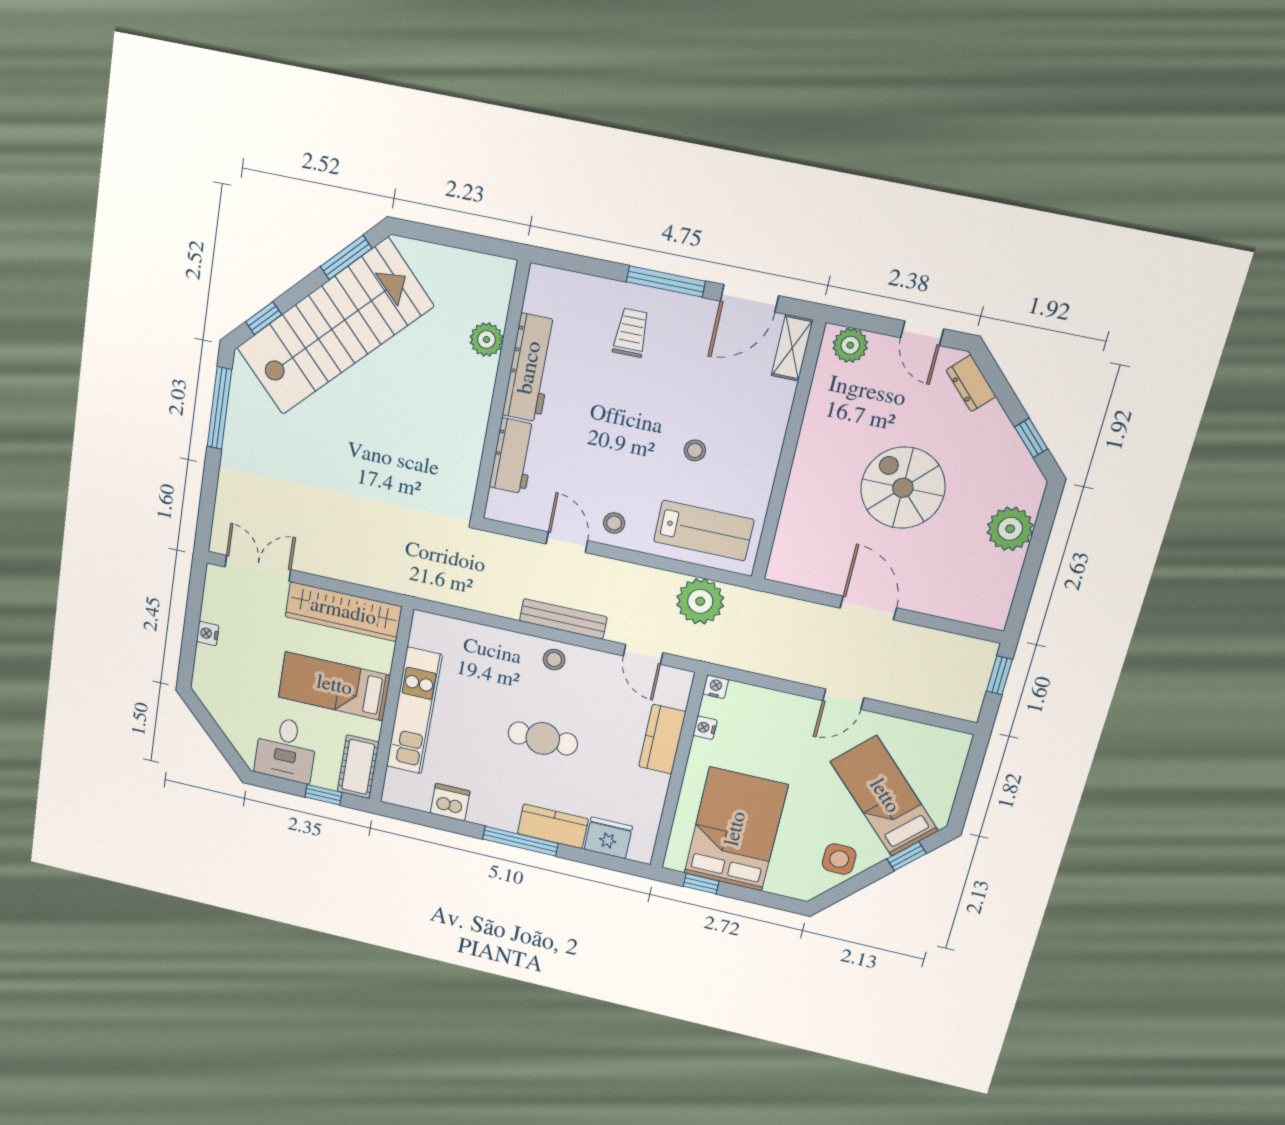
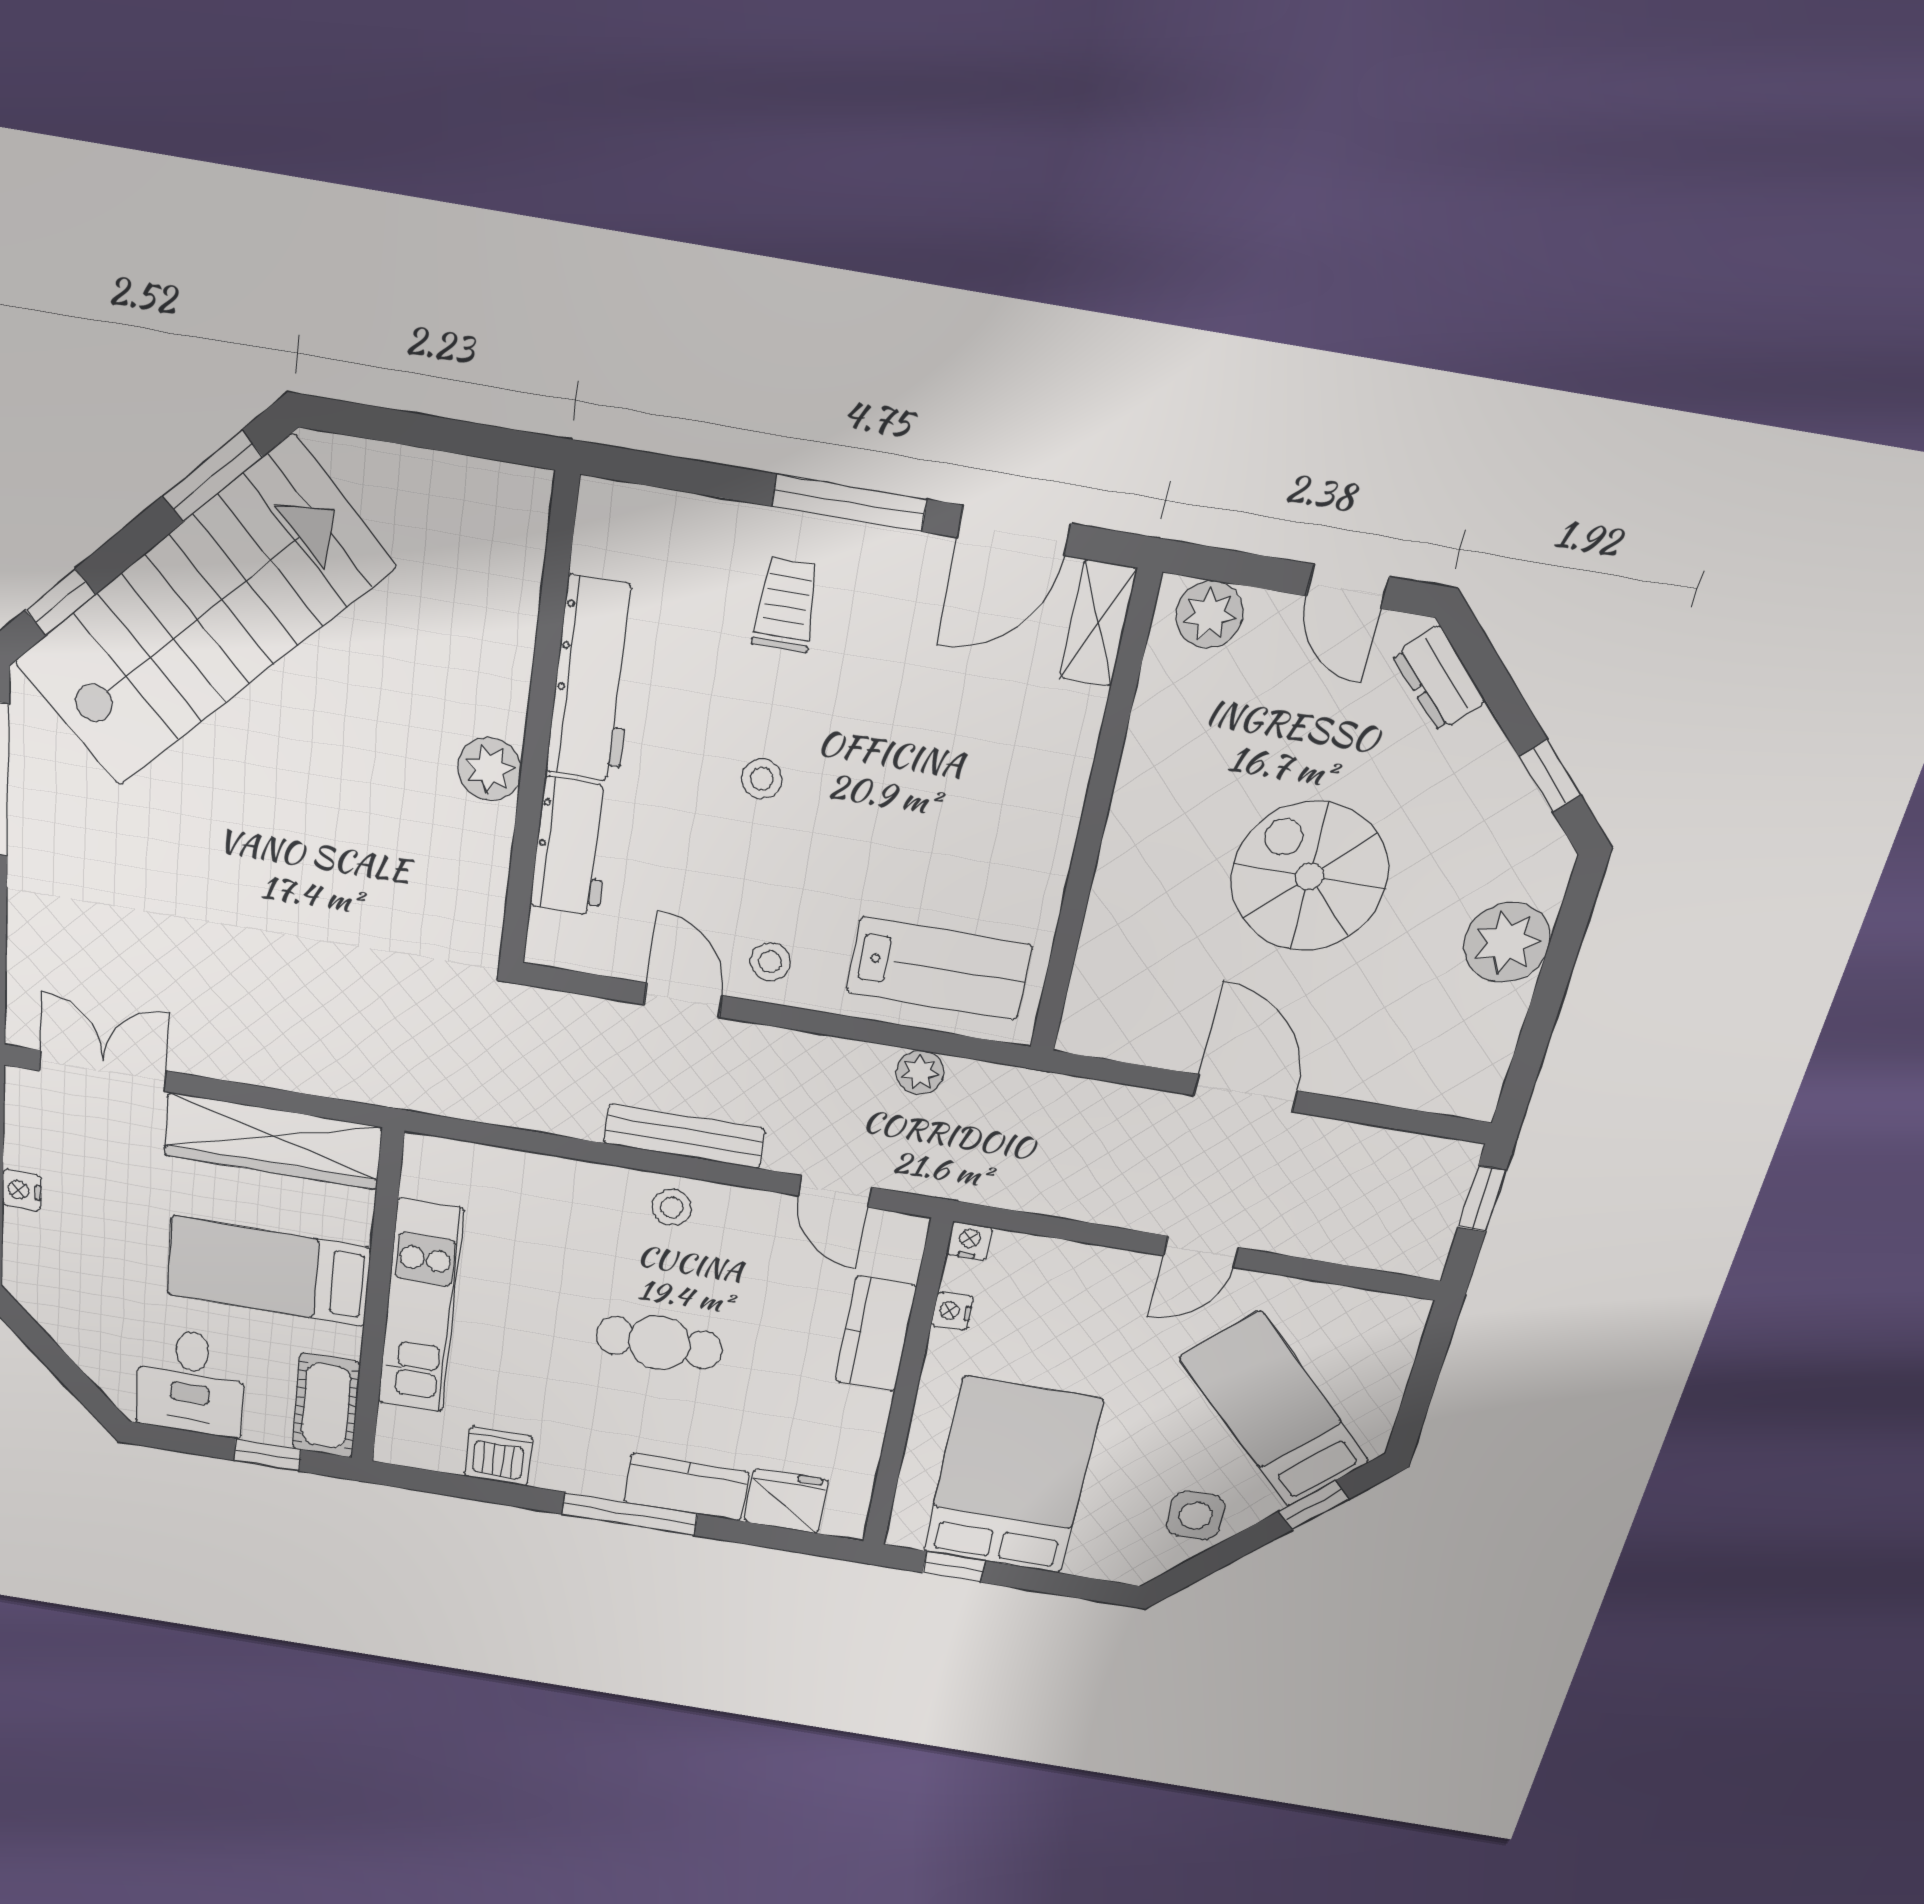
plant: (486, 340) -> (489, 769), moved
stool: (695, 450) -> (762, 779), moved
plant: (700, 601) -> (920, 1072), width x0.53, depth x0.53

